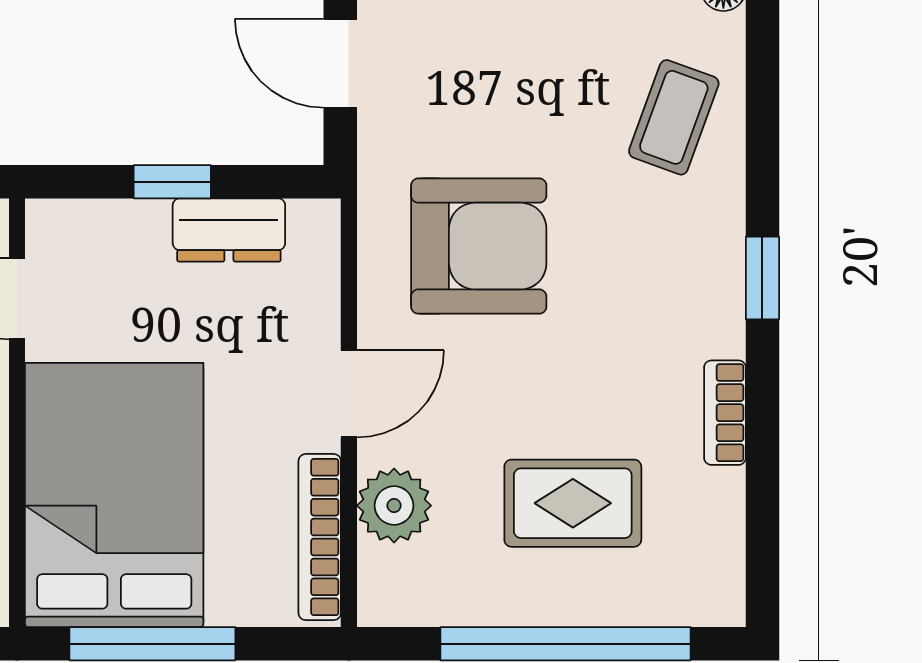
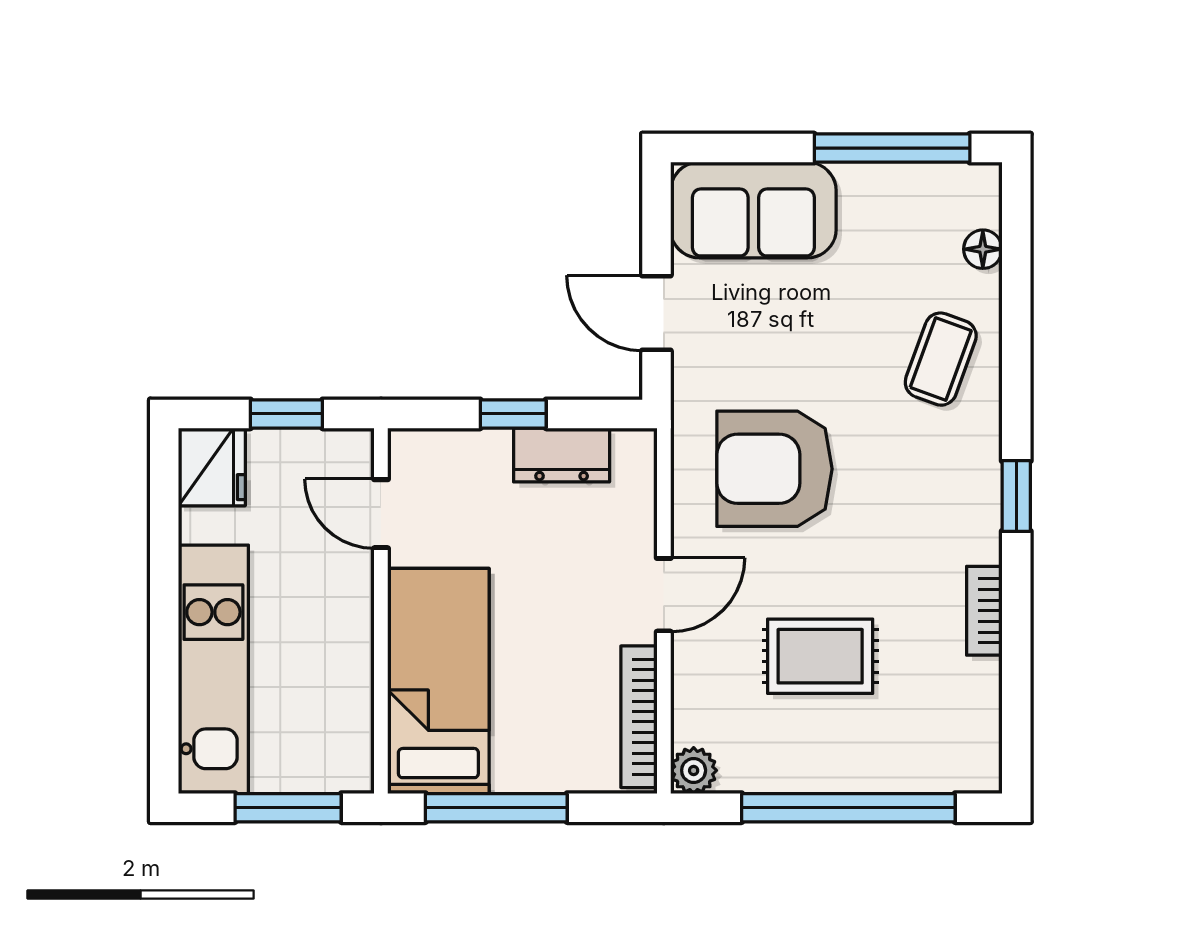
armchair: (479, 246) -> (774, 469), turned 180
bed: (114, 495) -> (438, 681), width x0.67
rug: (573, 503) -> (820, 656), moved
plant: (394, 506) -> (694, 770), moved, width x0.73, depth x0.73

